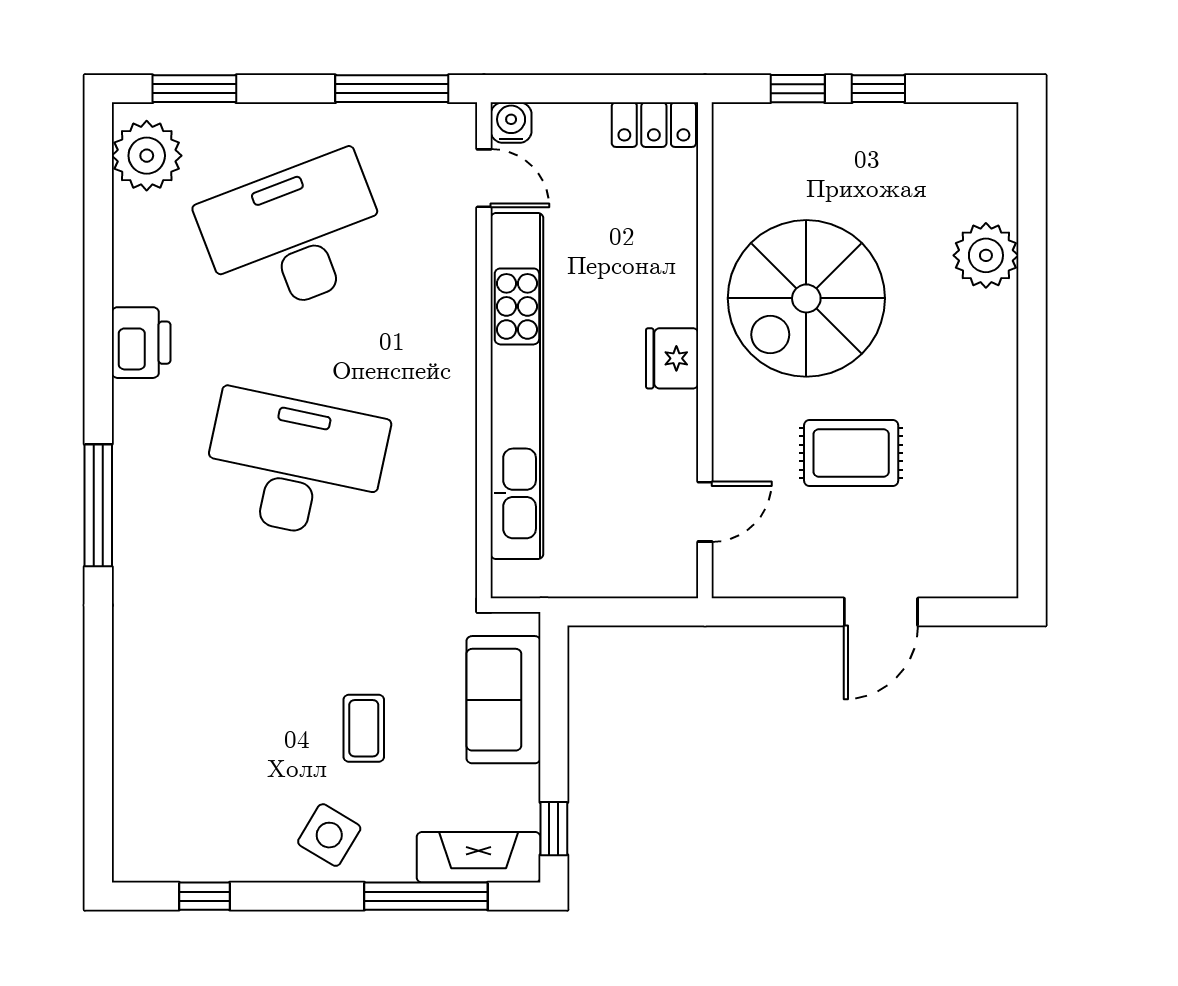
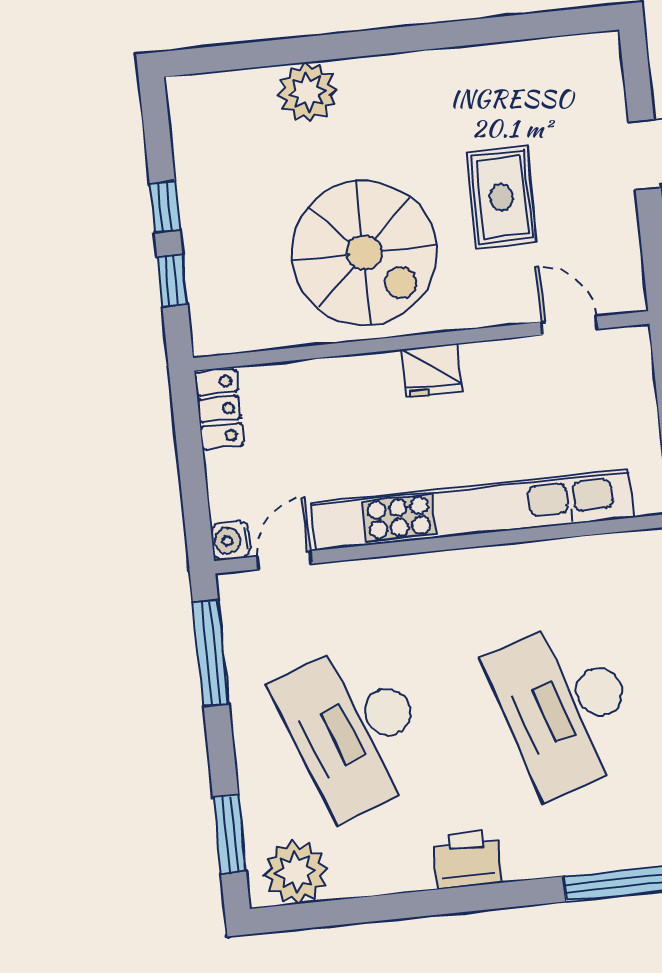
desk: (294, 465) -> (566, 707), turned -30

